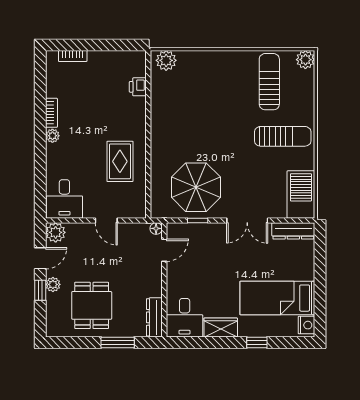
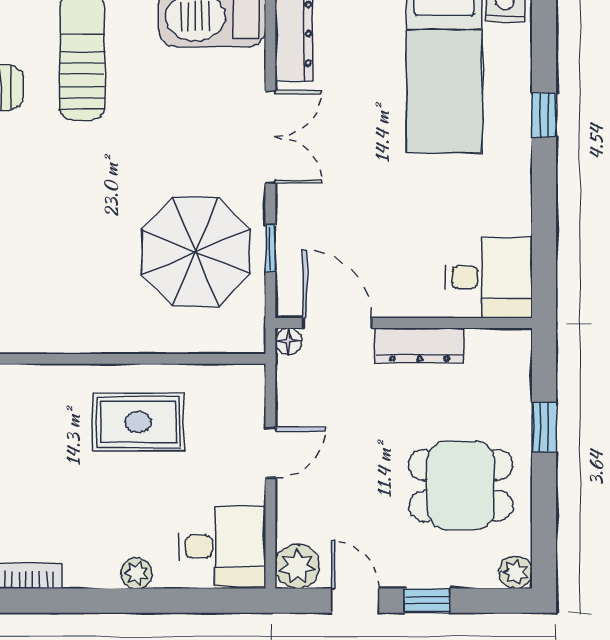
plant: (52, 136) -> (137, 573), moved
door: (164, 250) -> (337, 323), width x1.38
plant: (53, 284) -> (516, 572), moved
dresser: (154, 317) -> (419, 345), moved
wardrobe: (221, 328) -> (510, 196), removed
window: (118, 343) -> (544, 427), width x0.67

